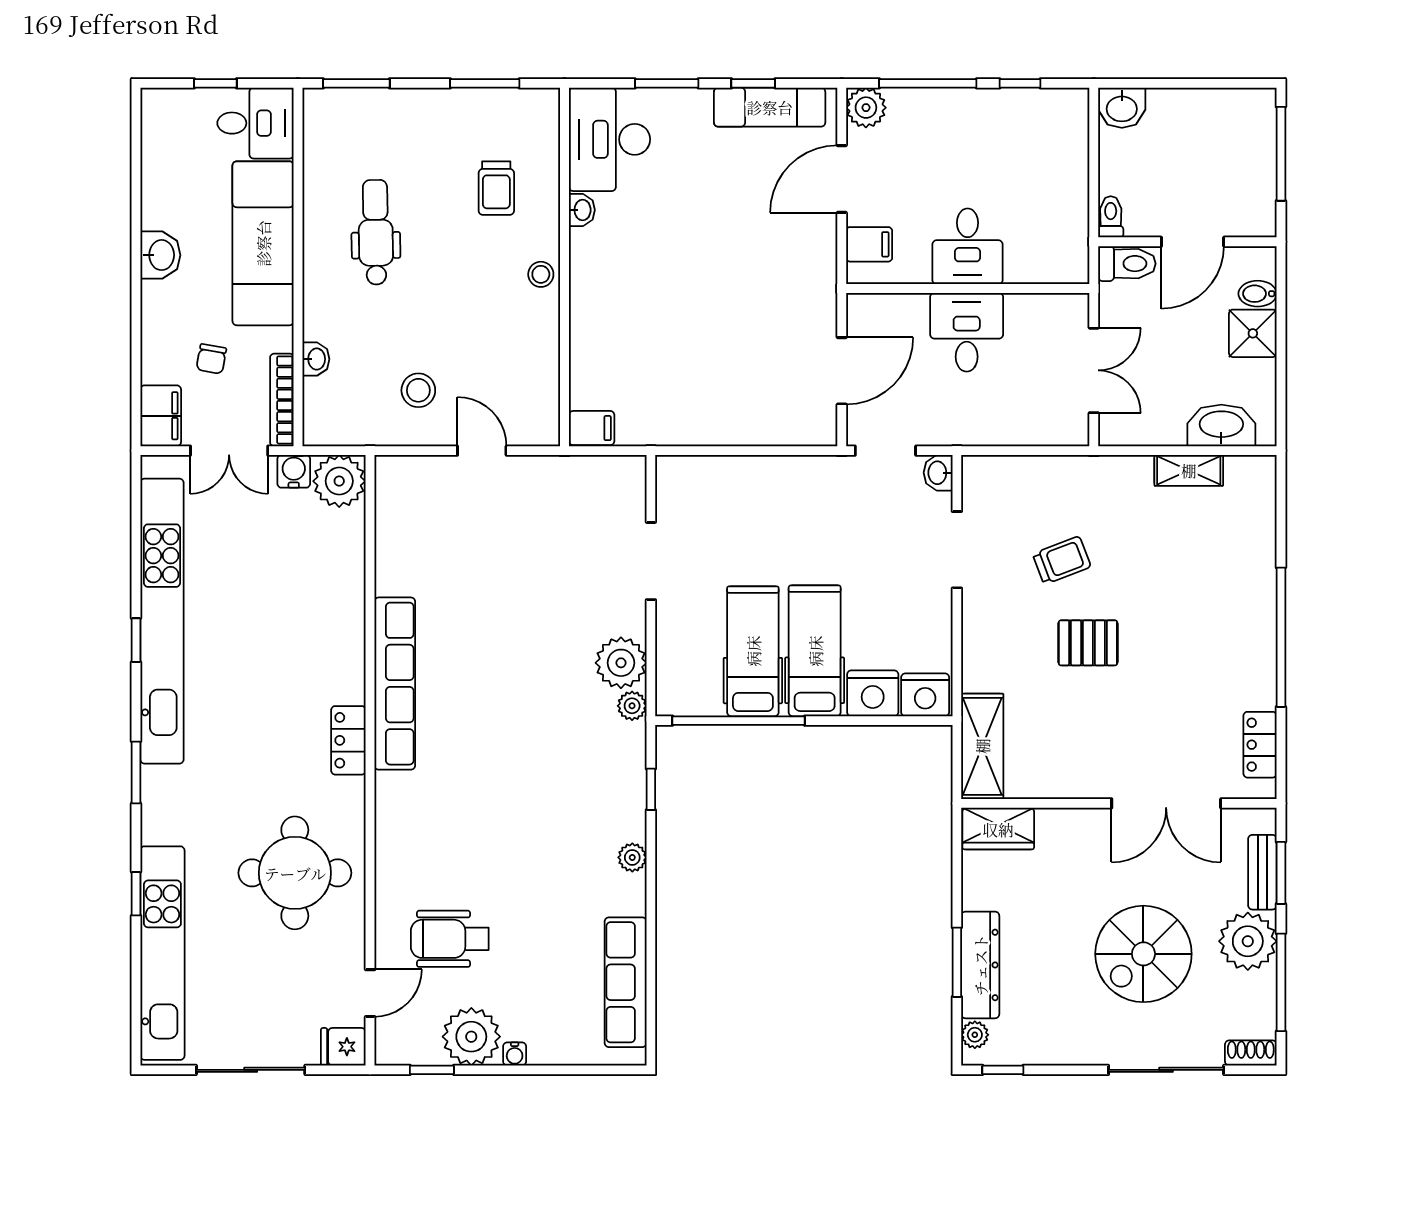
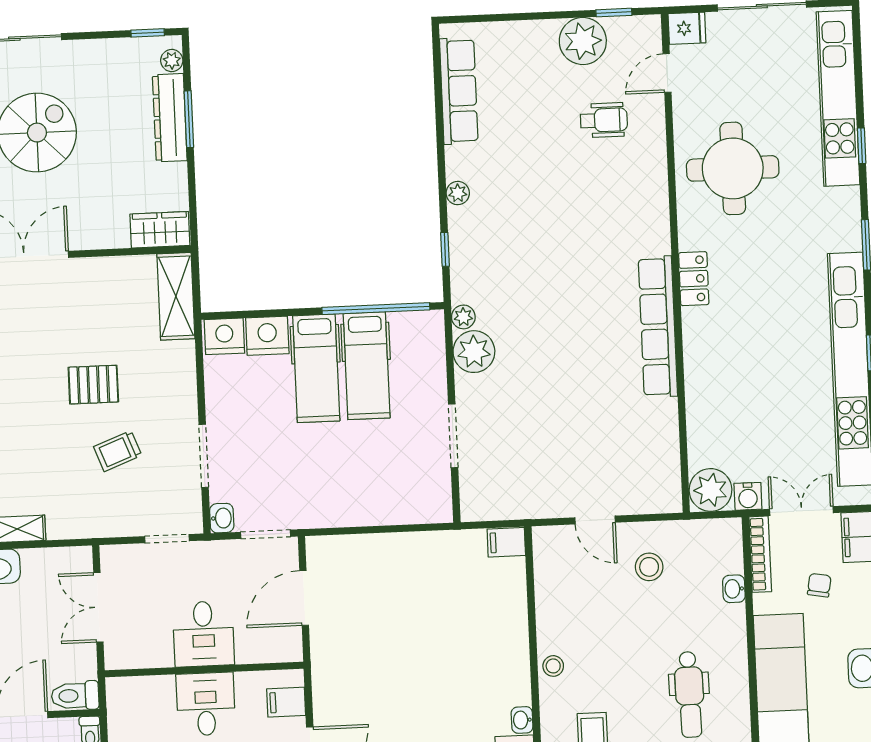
doorway: (1006, 451) -> (167, 539), added
wheelchair: (450, 939) -> (604, 120), width x0.73, depth x0.73
water cooler: (515, 1054) -> (547, 28), removed

